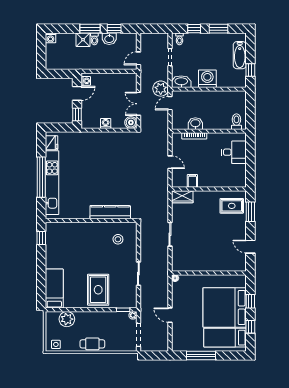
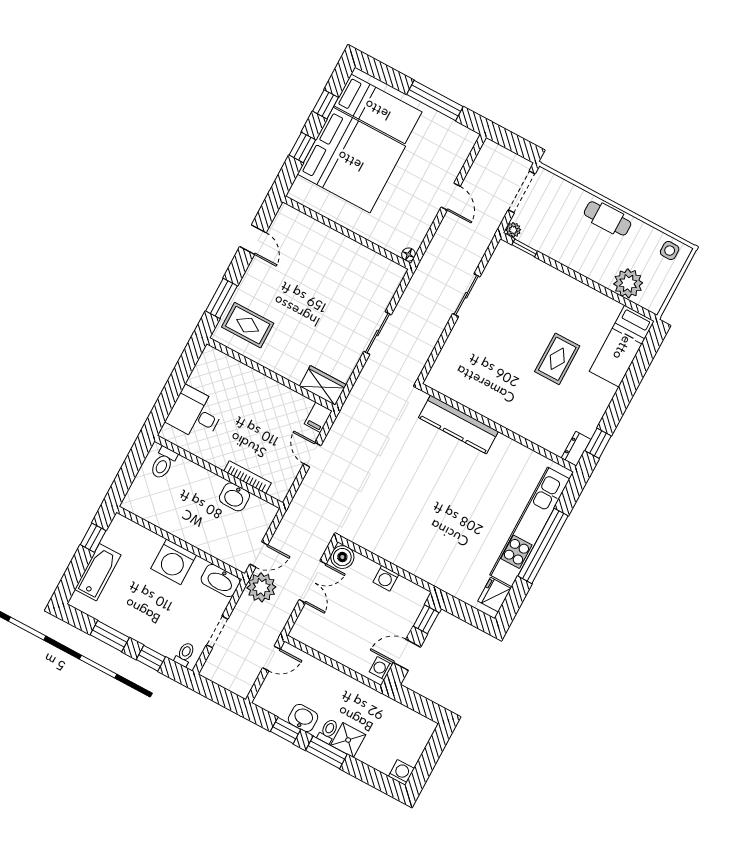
filing cabinet: (192, 181) -> (318, 417), moved
dresser: (50, 230) -> (576, 449), added
stool: (118, 239) -> (470, 372), removed
rug: (98, 290) -> (557, 359), moved, width x0.73, depth x0.70

